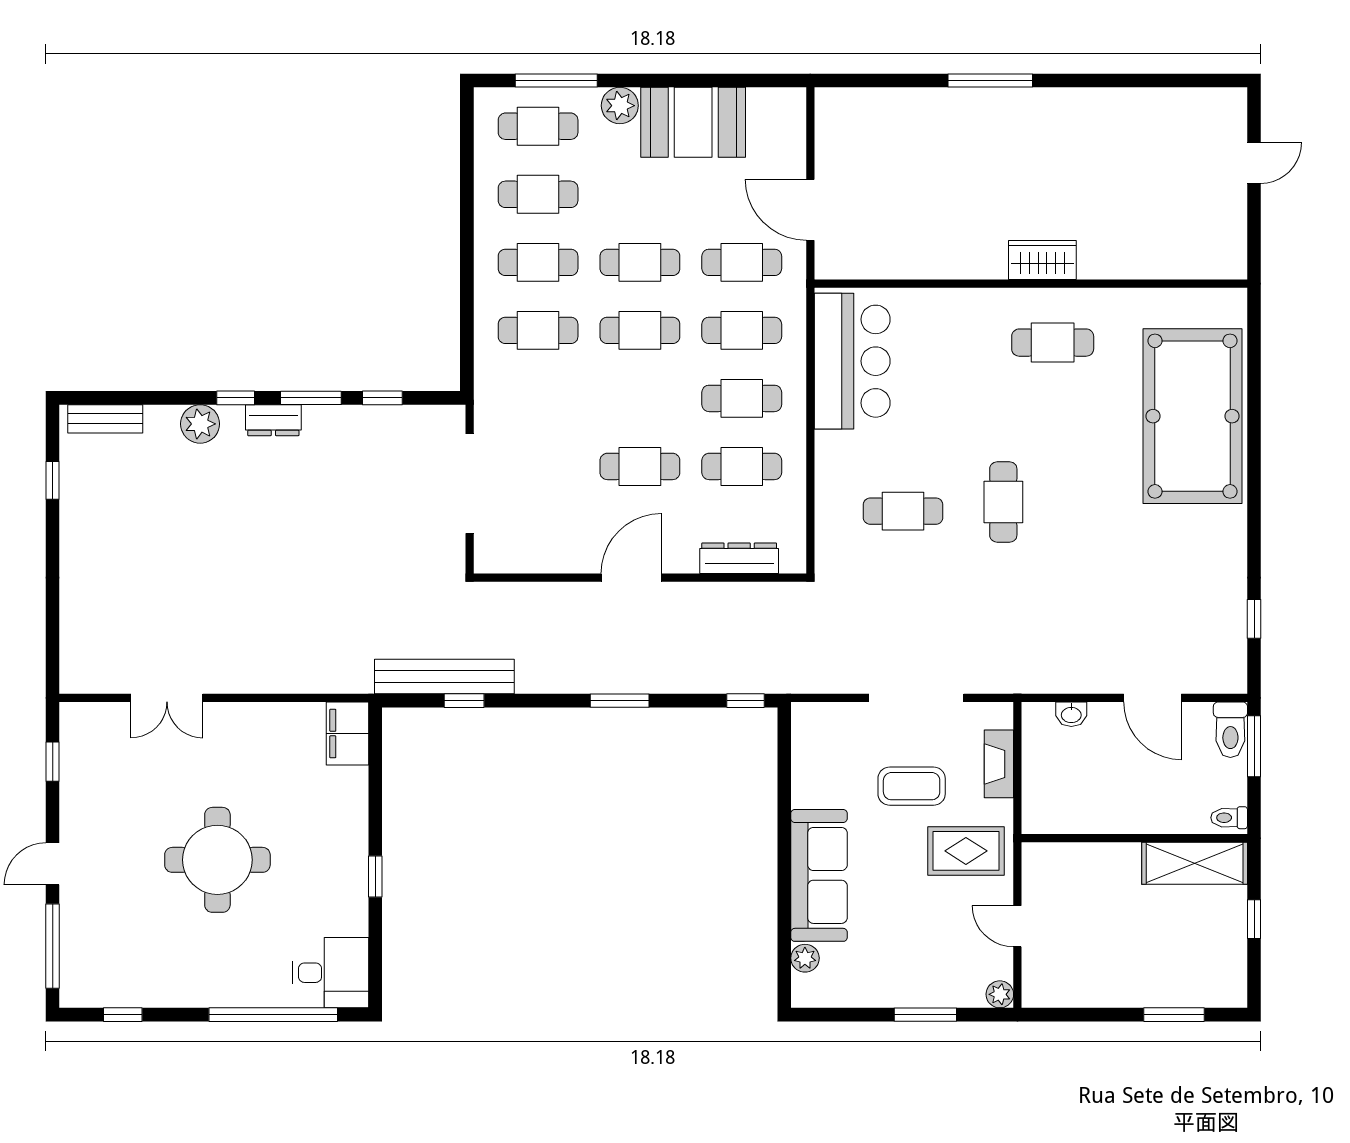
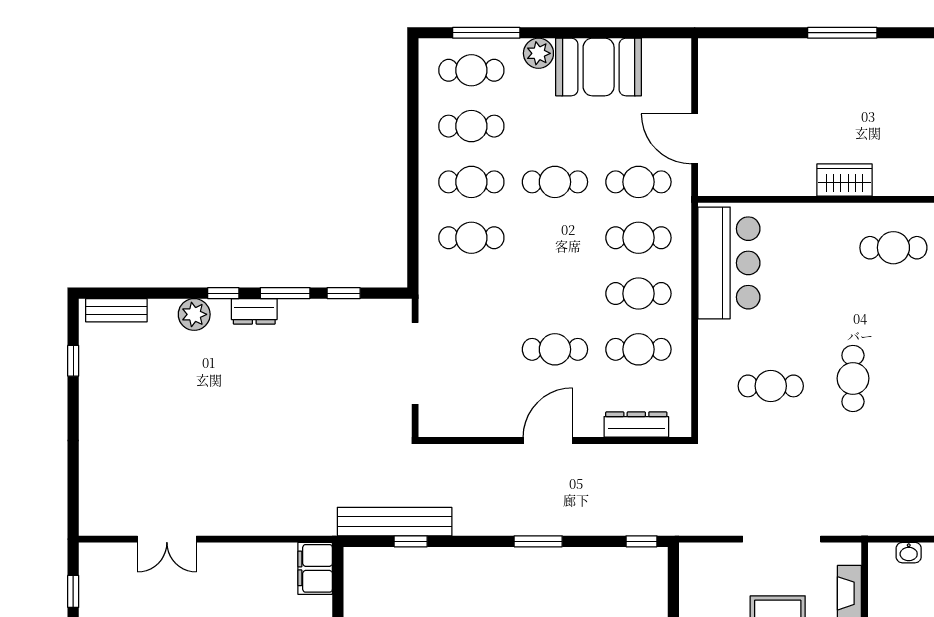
wardrobe: (1042, 260) -> (845, 180), moved
cafe table: (640, 330) -> (555, 238), removed

